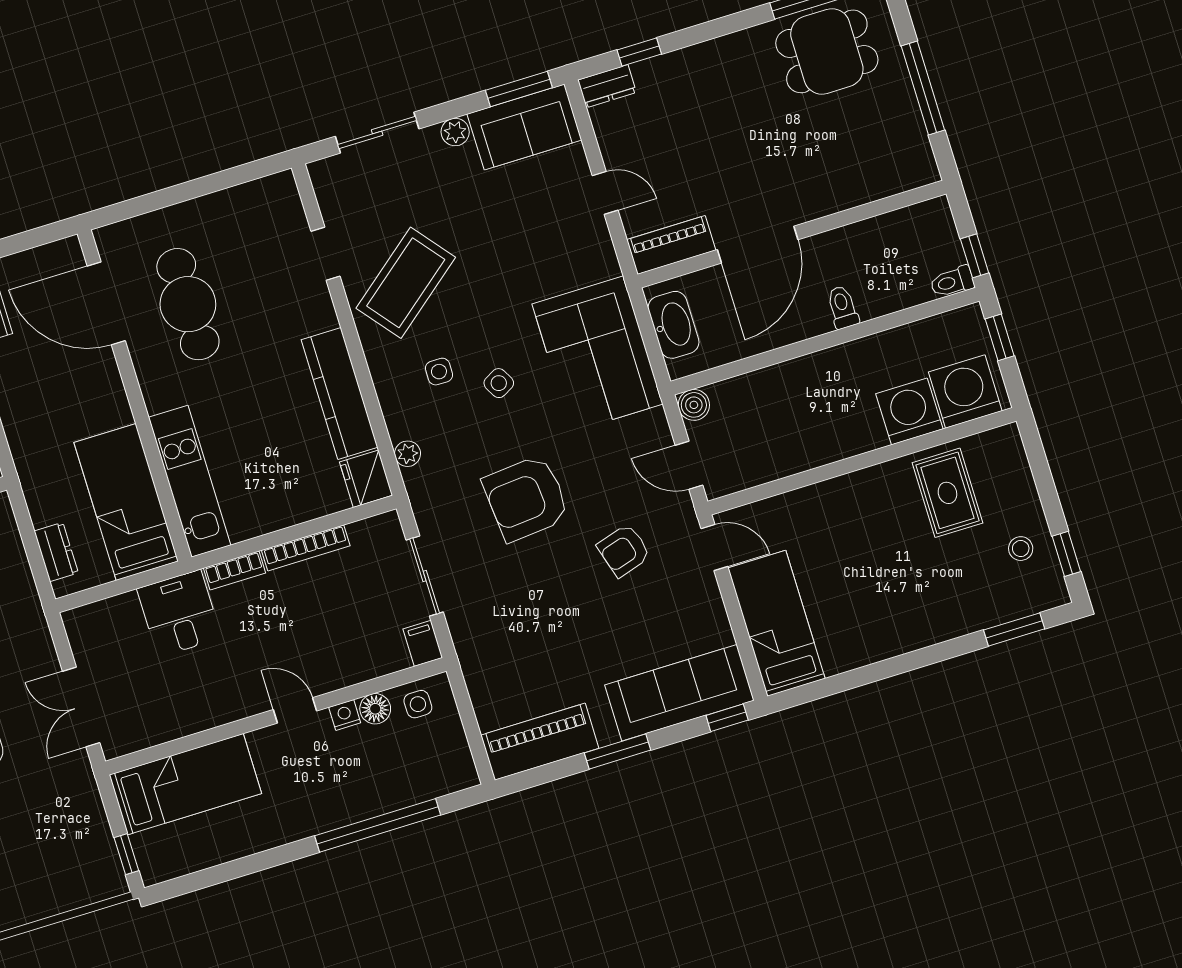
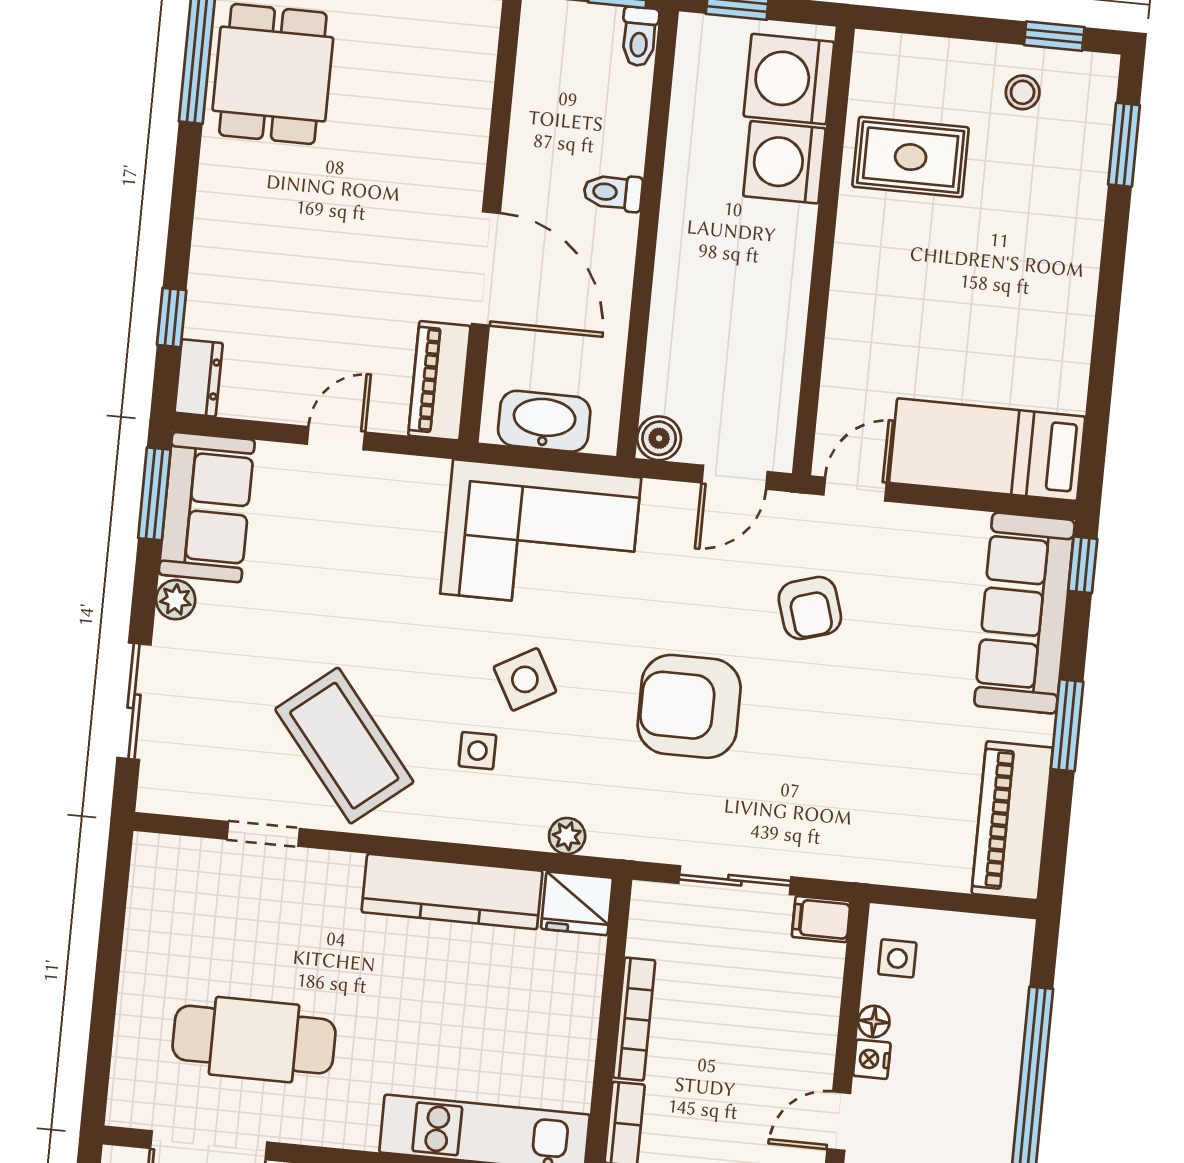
side table: (499, 383) -> (525, 679), width x1.37, depth x1.37
armchair: (526, 498) -> (689, 706), turned 95
floor lamp: (375, 709) -> (874, 1021), width x0.73, depth x0.73

